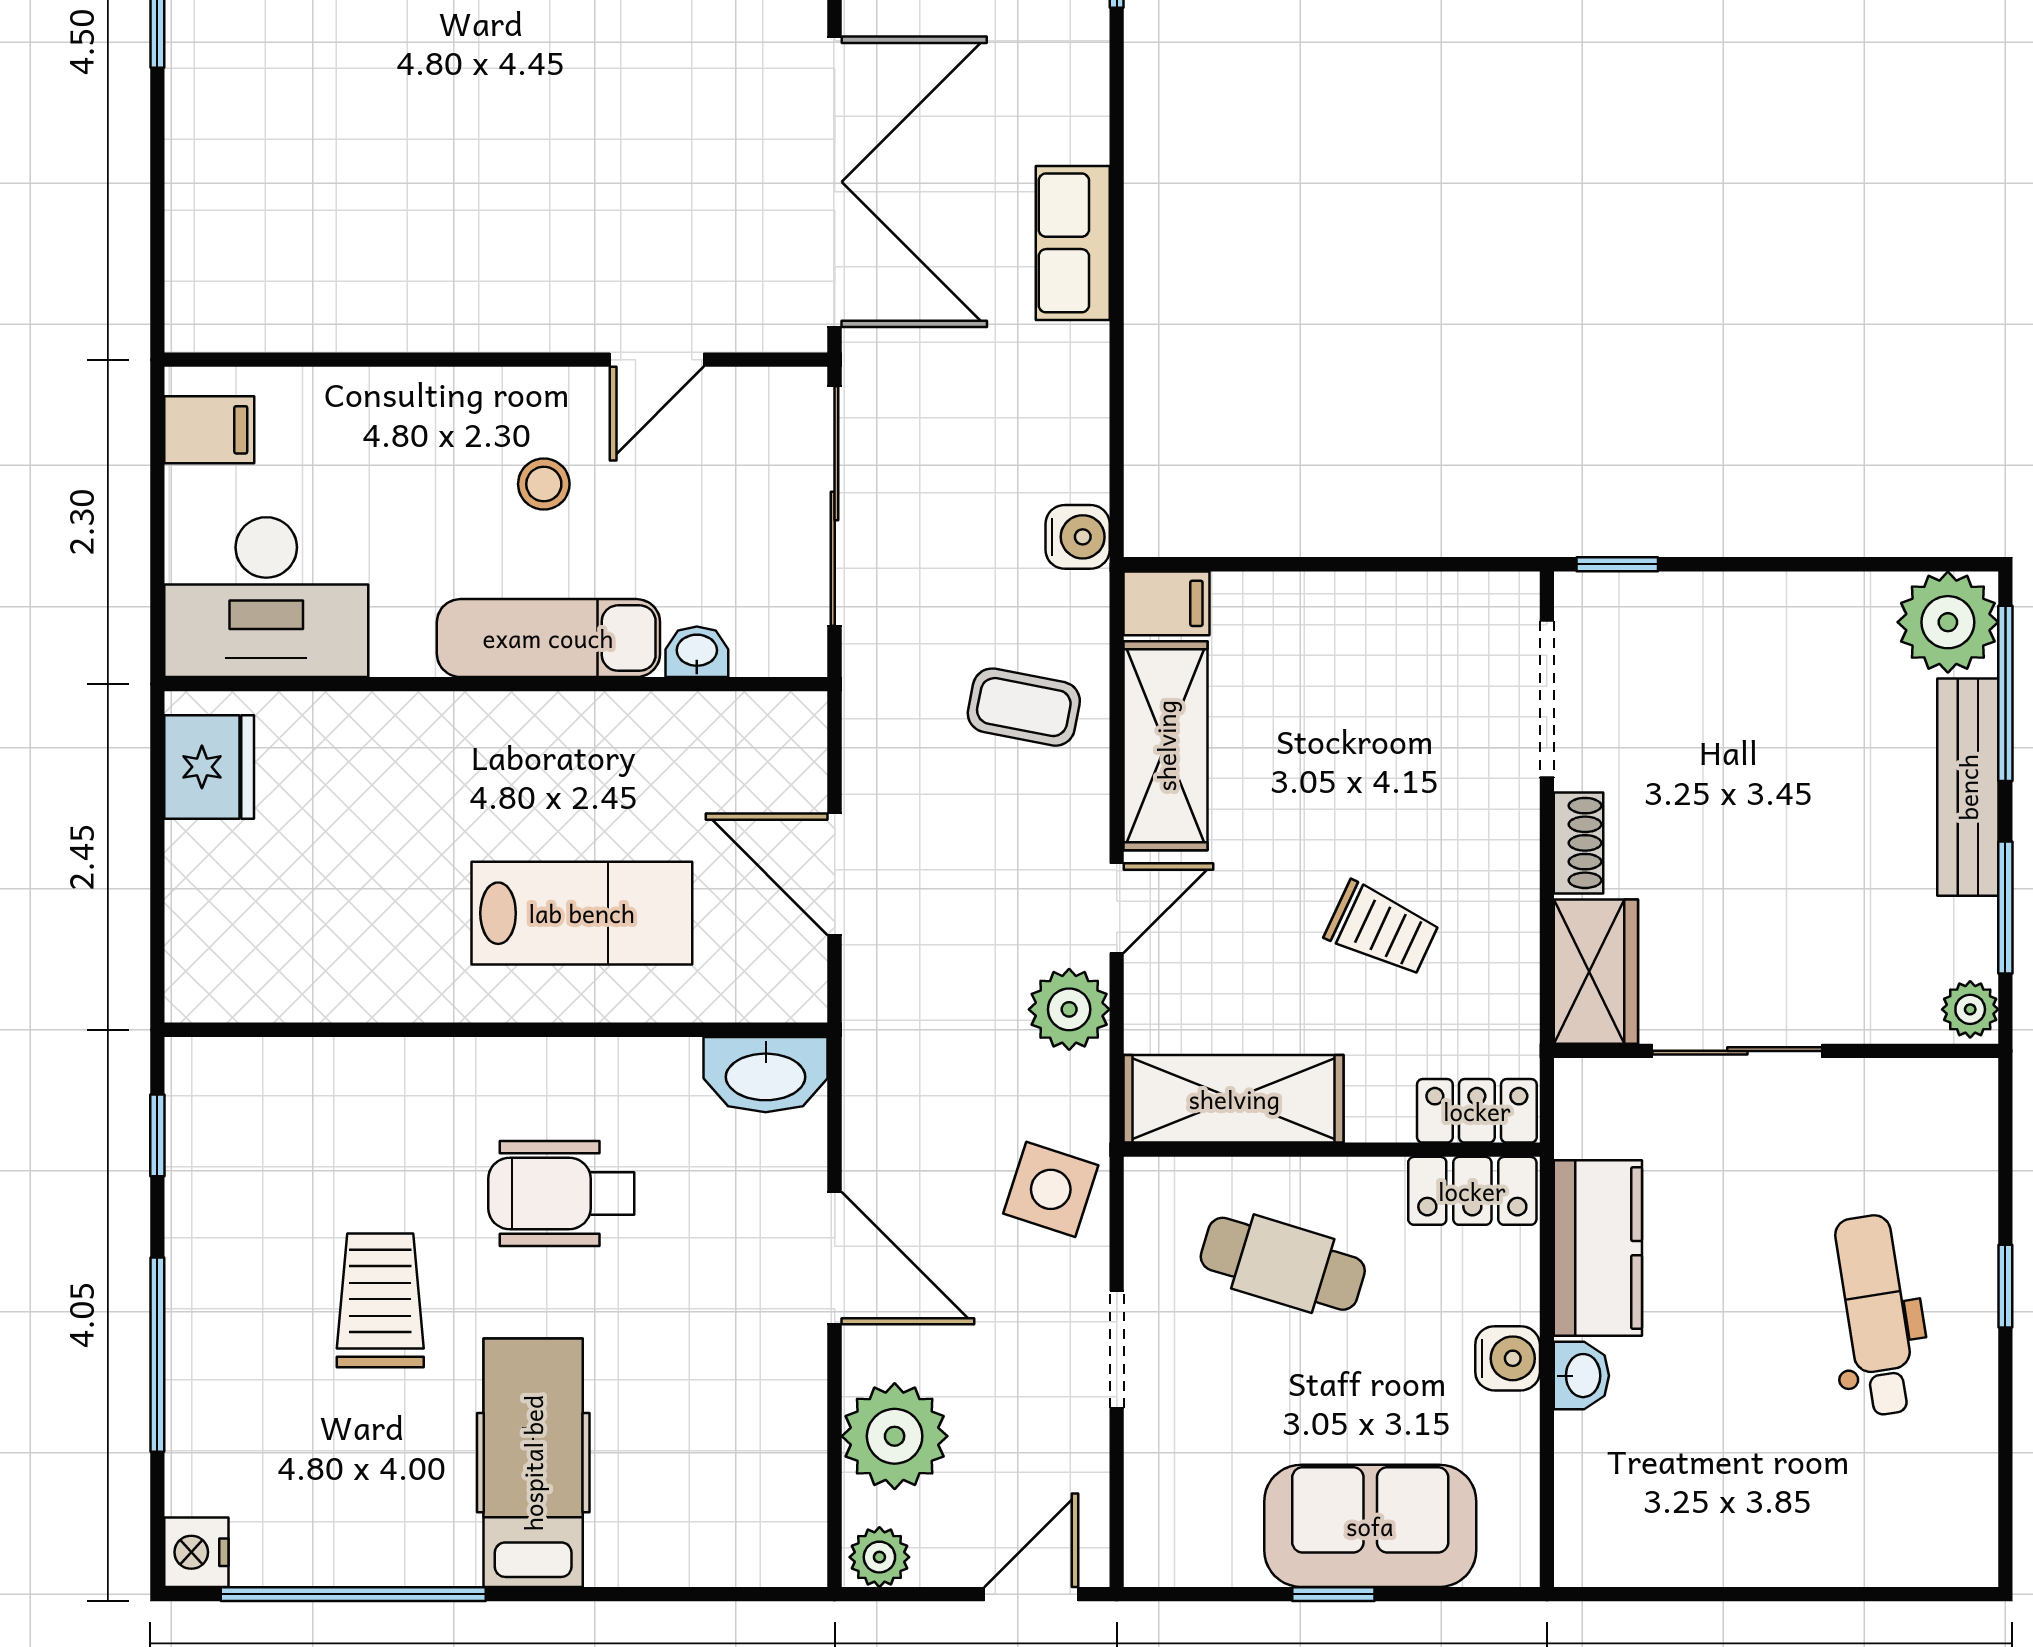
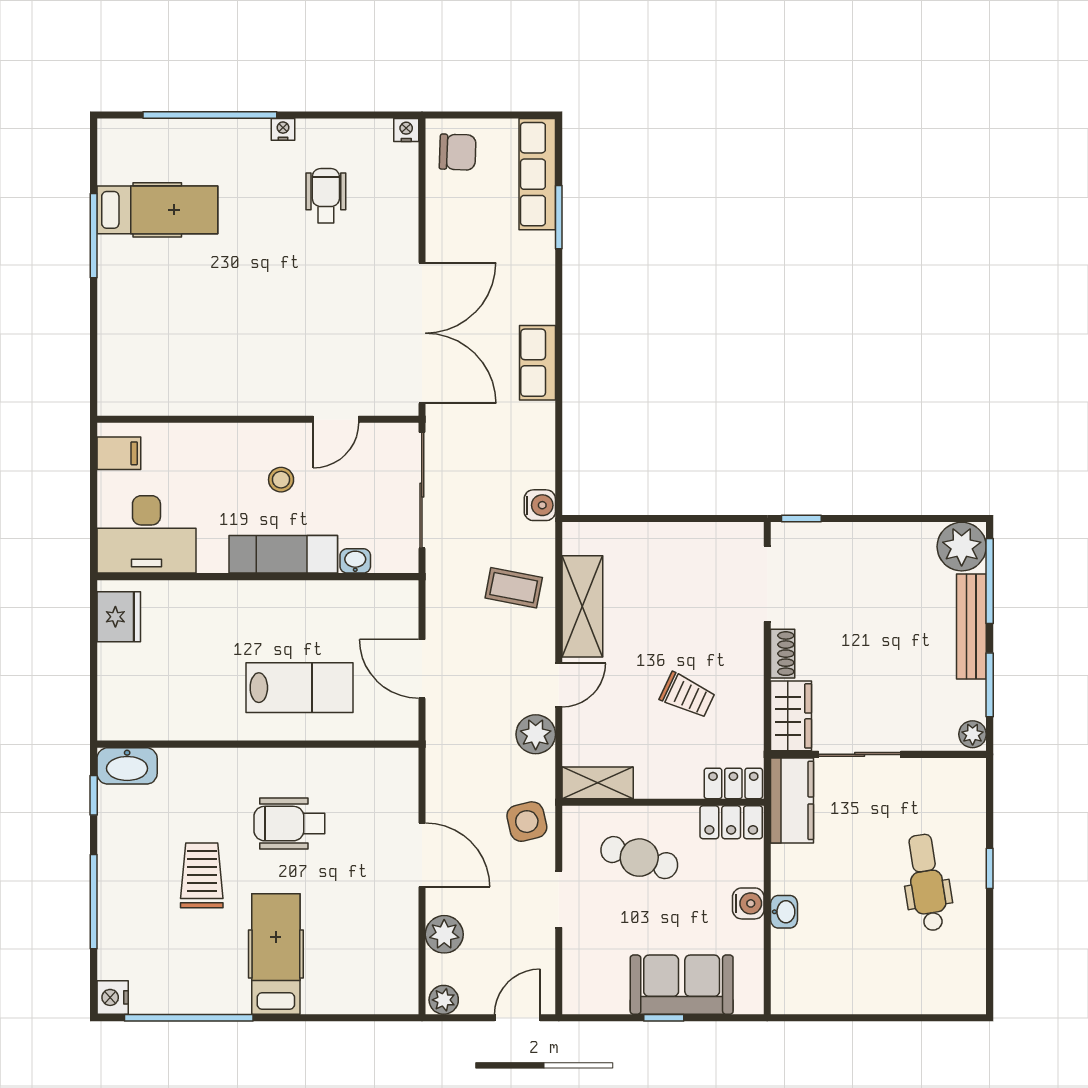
filing cabinet: (1166, 603) -> (583, 537), removed
washbasin: (766, 1075) -> (127, 766), moved
shelving: (1234, 1099) -> (598, 783), width x0.67, depth x0.75
side table: (1051, 1189) -> (527, 822), turned -31
kitchen counter: (1598, 1248) -> (792, 800), moved
plant: (895, 1436) -> (444, 934), width x0.73, depth x0.73

